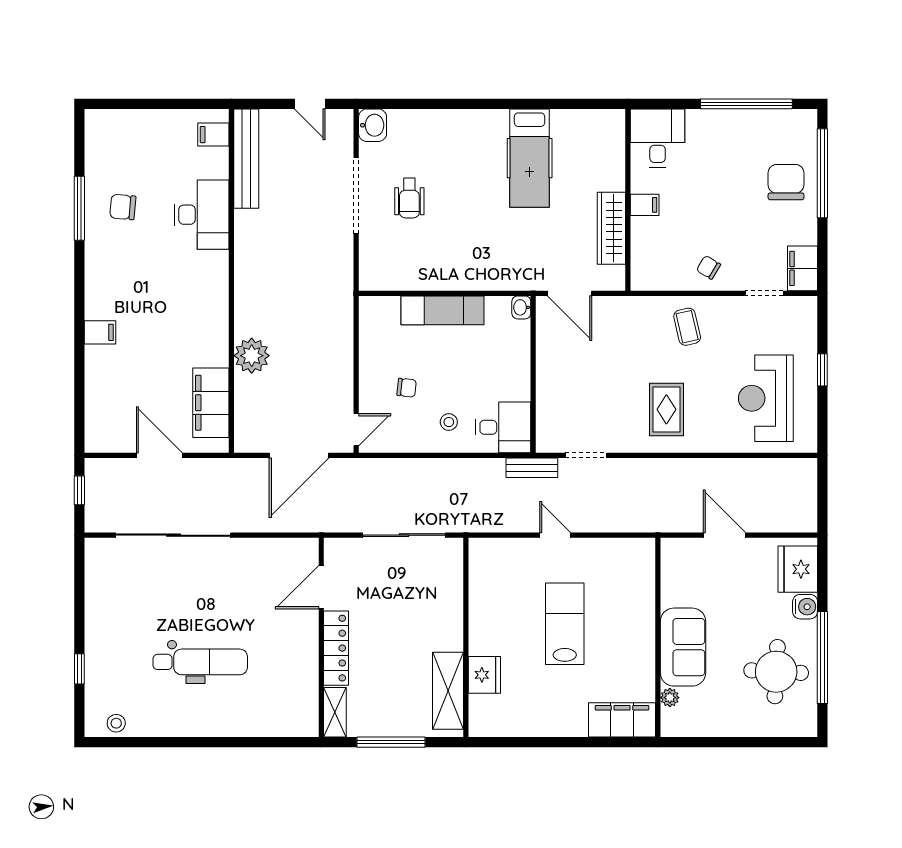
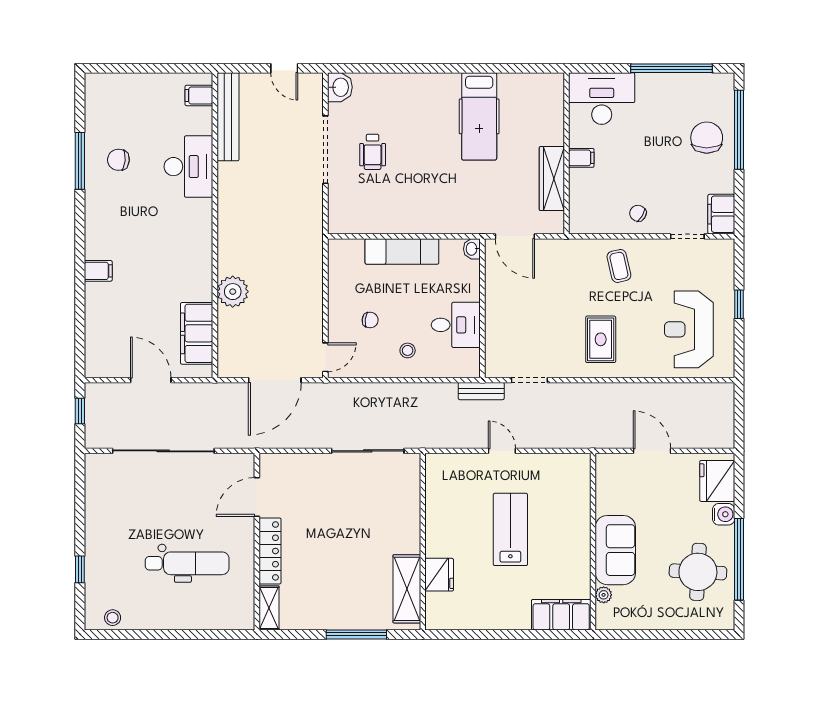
desk: (658, 138) -> (602, 99), width x1.37
desk: (503, 427) -> (456, 325), moved
door: (321, 587) -> (257, 497), moved
wall: (321, 637) -> (257, 542), moved
locker: (336, 648) -> (270, 551), moved
shelving: (335, 712) -> (269, 608), moved

